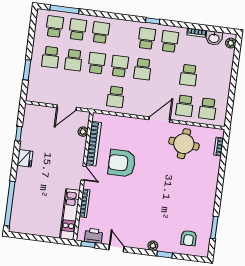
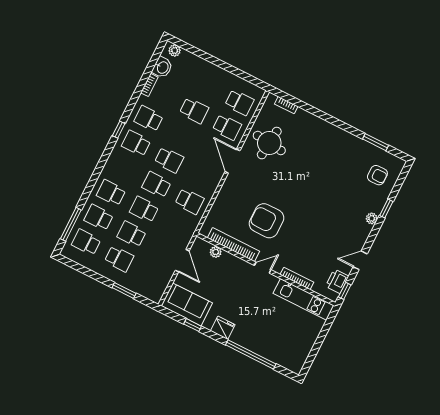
school desk: (74, 60) -> (132, 234), turned 180
sofa: (33, 123) -> (187, 304), added
armchair: (122, 163) -> (266, 221), turned 90
window: (10, 204) -> (251, 354), moved

